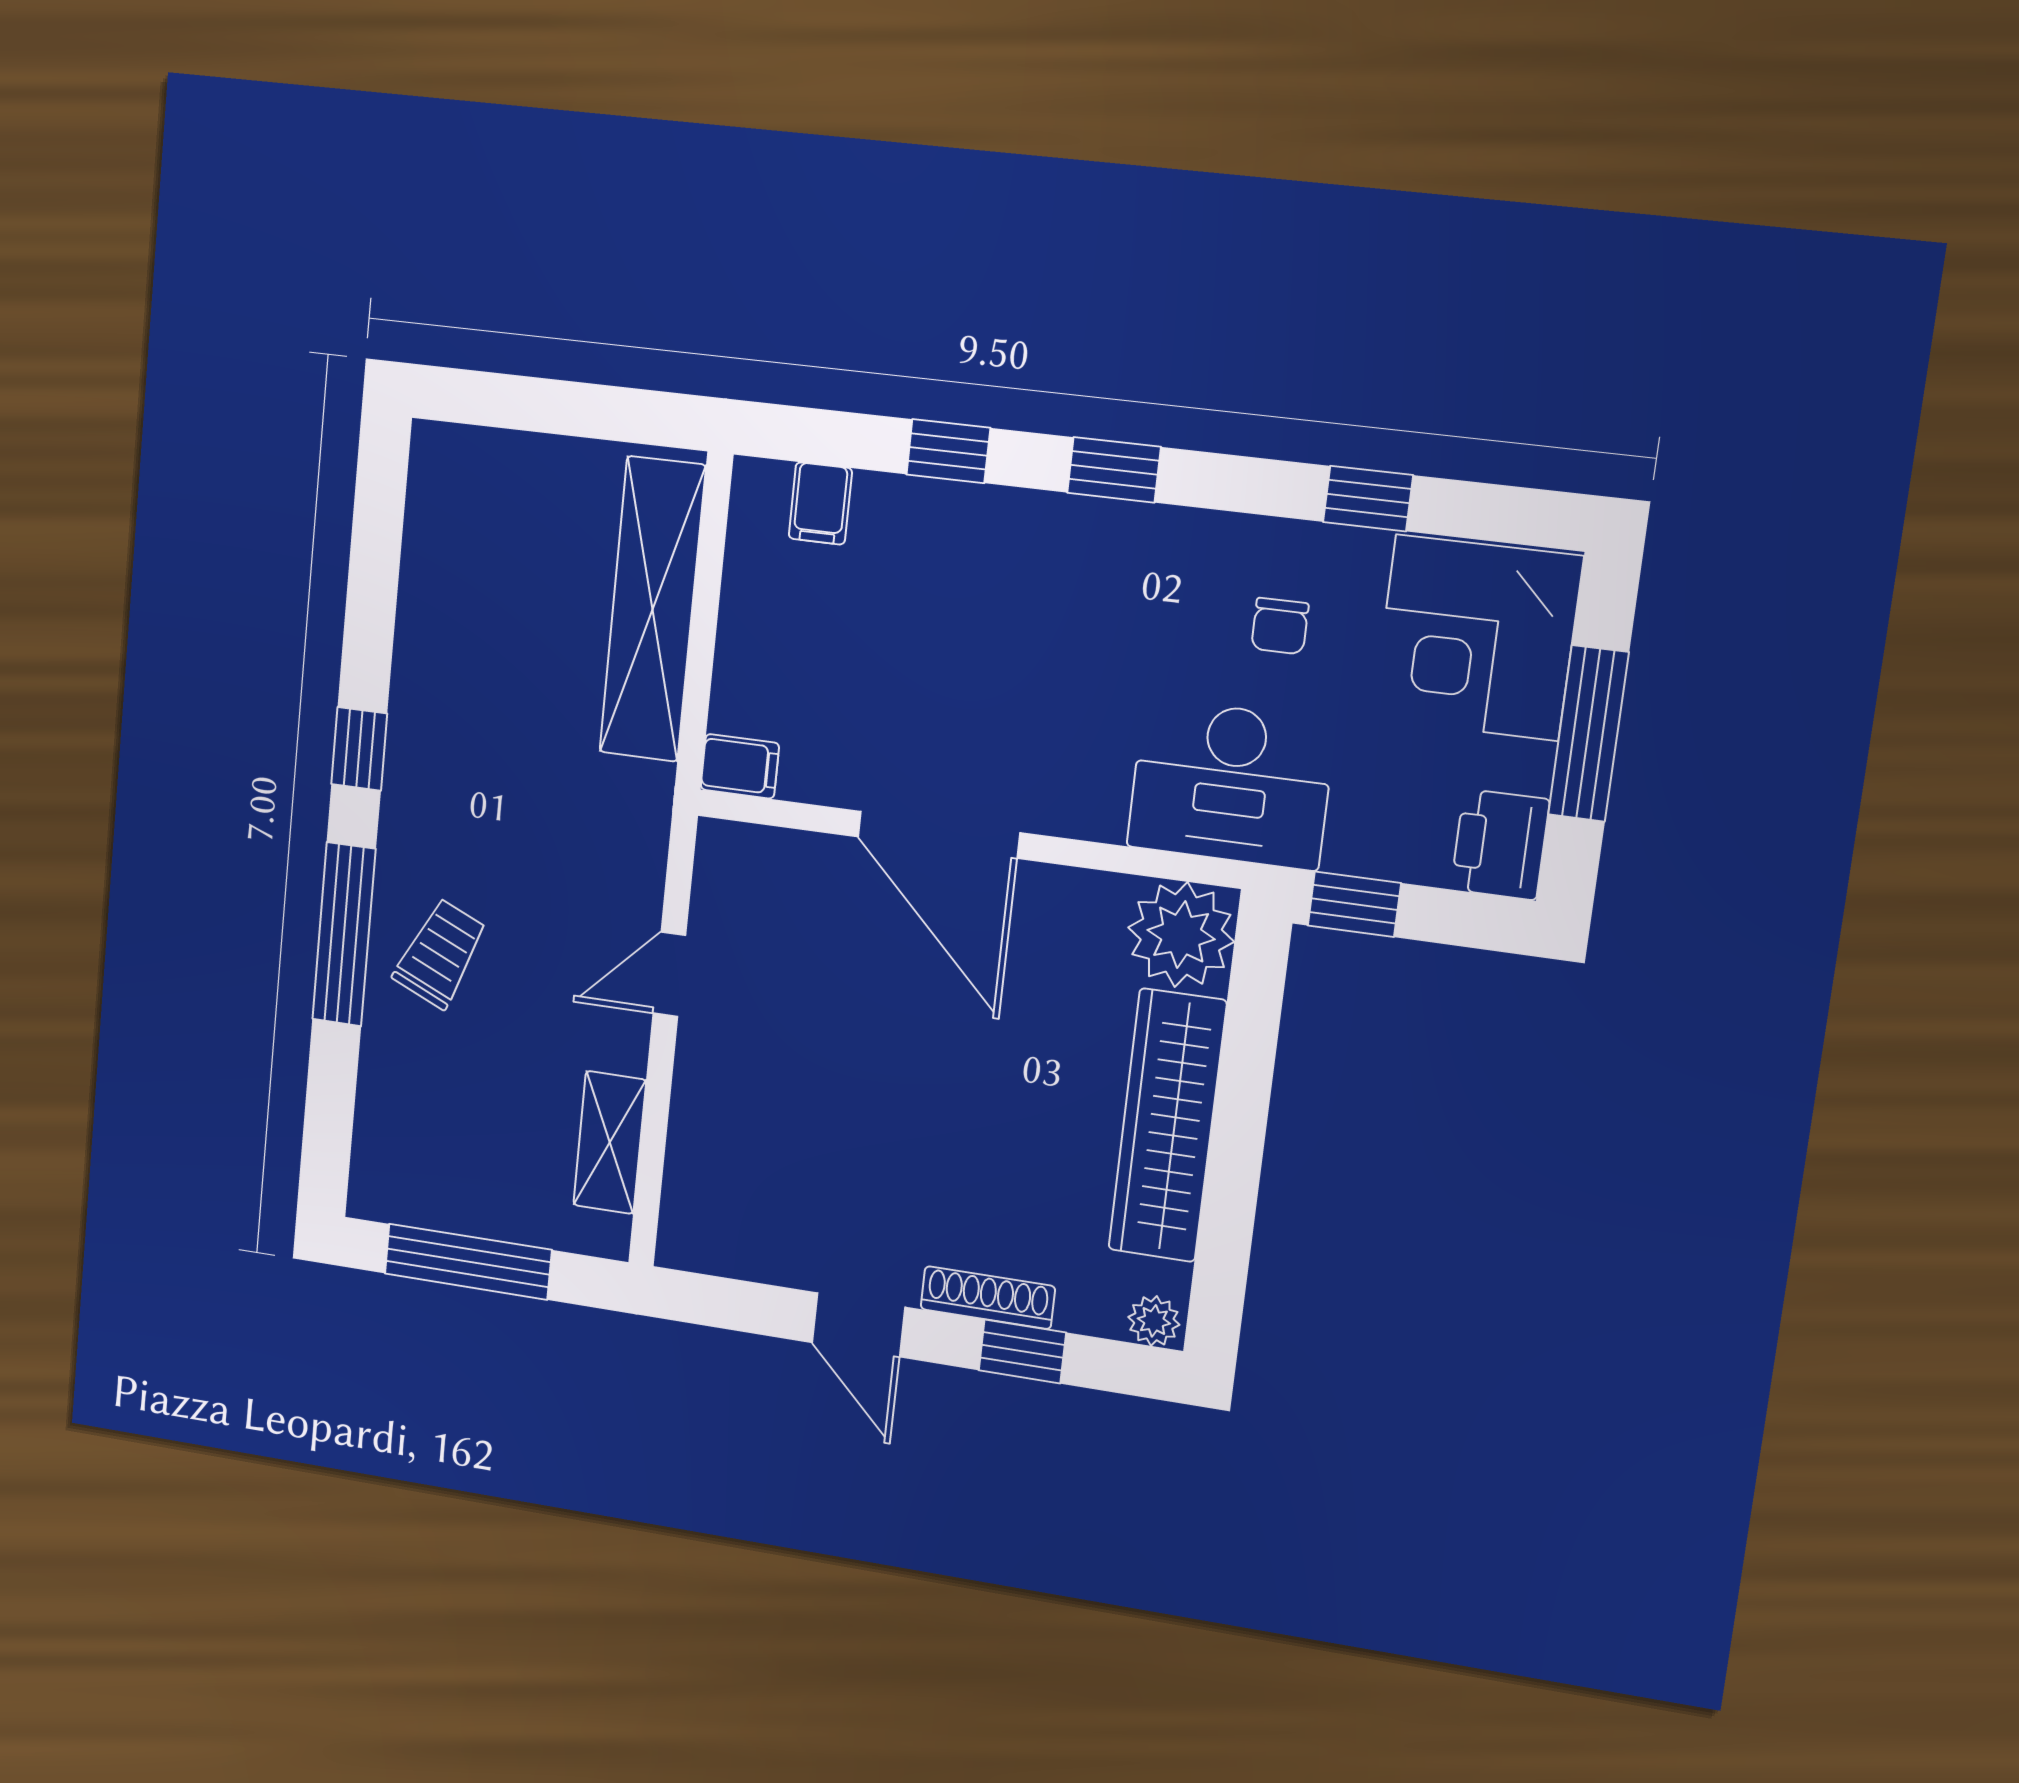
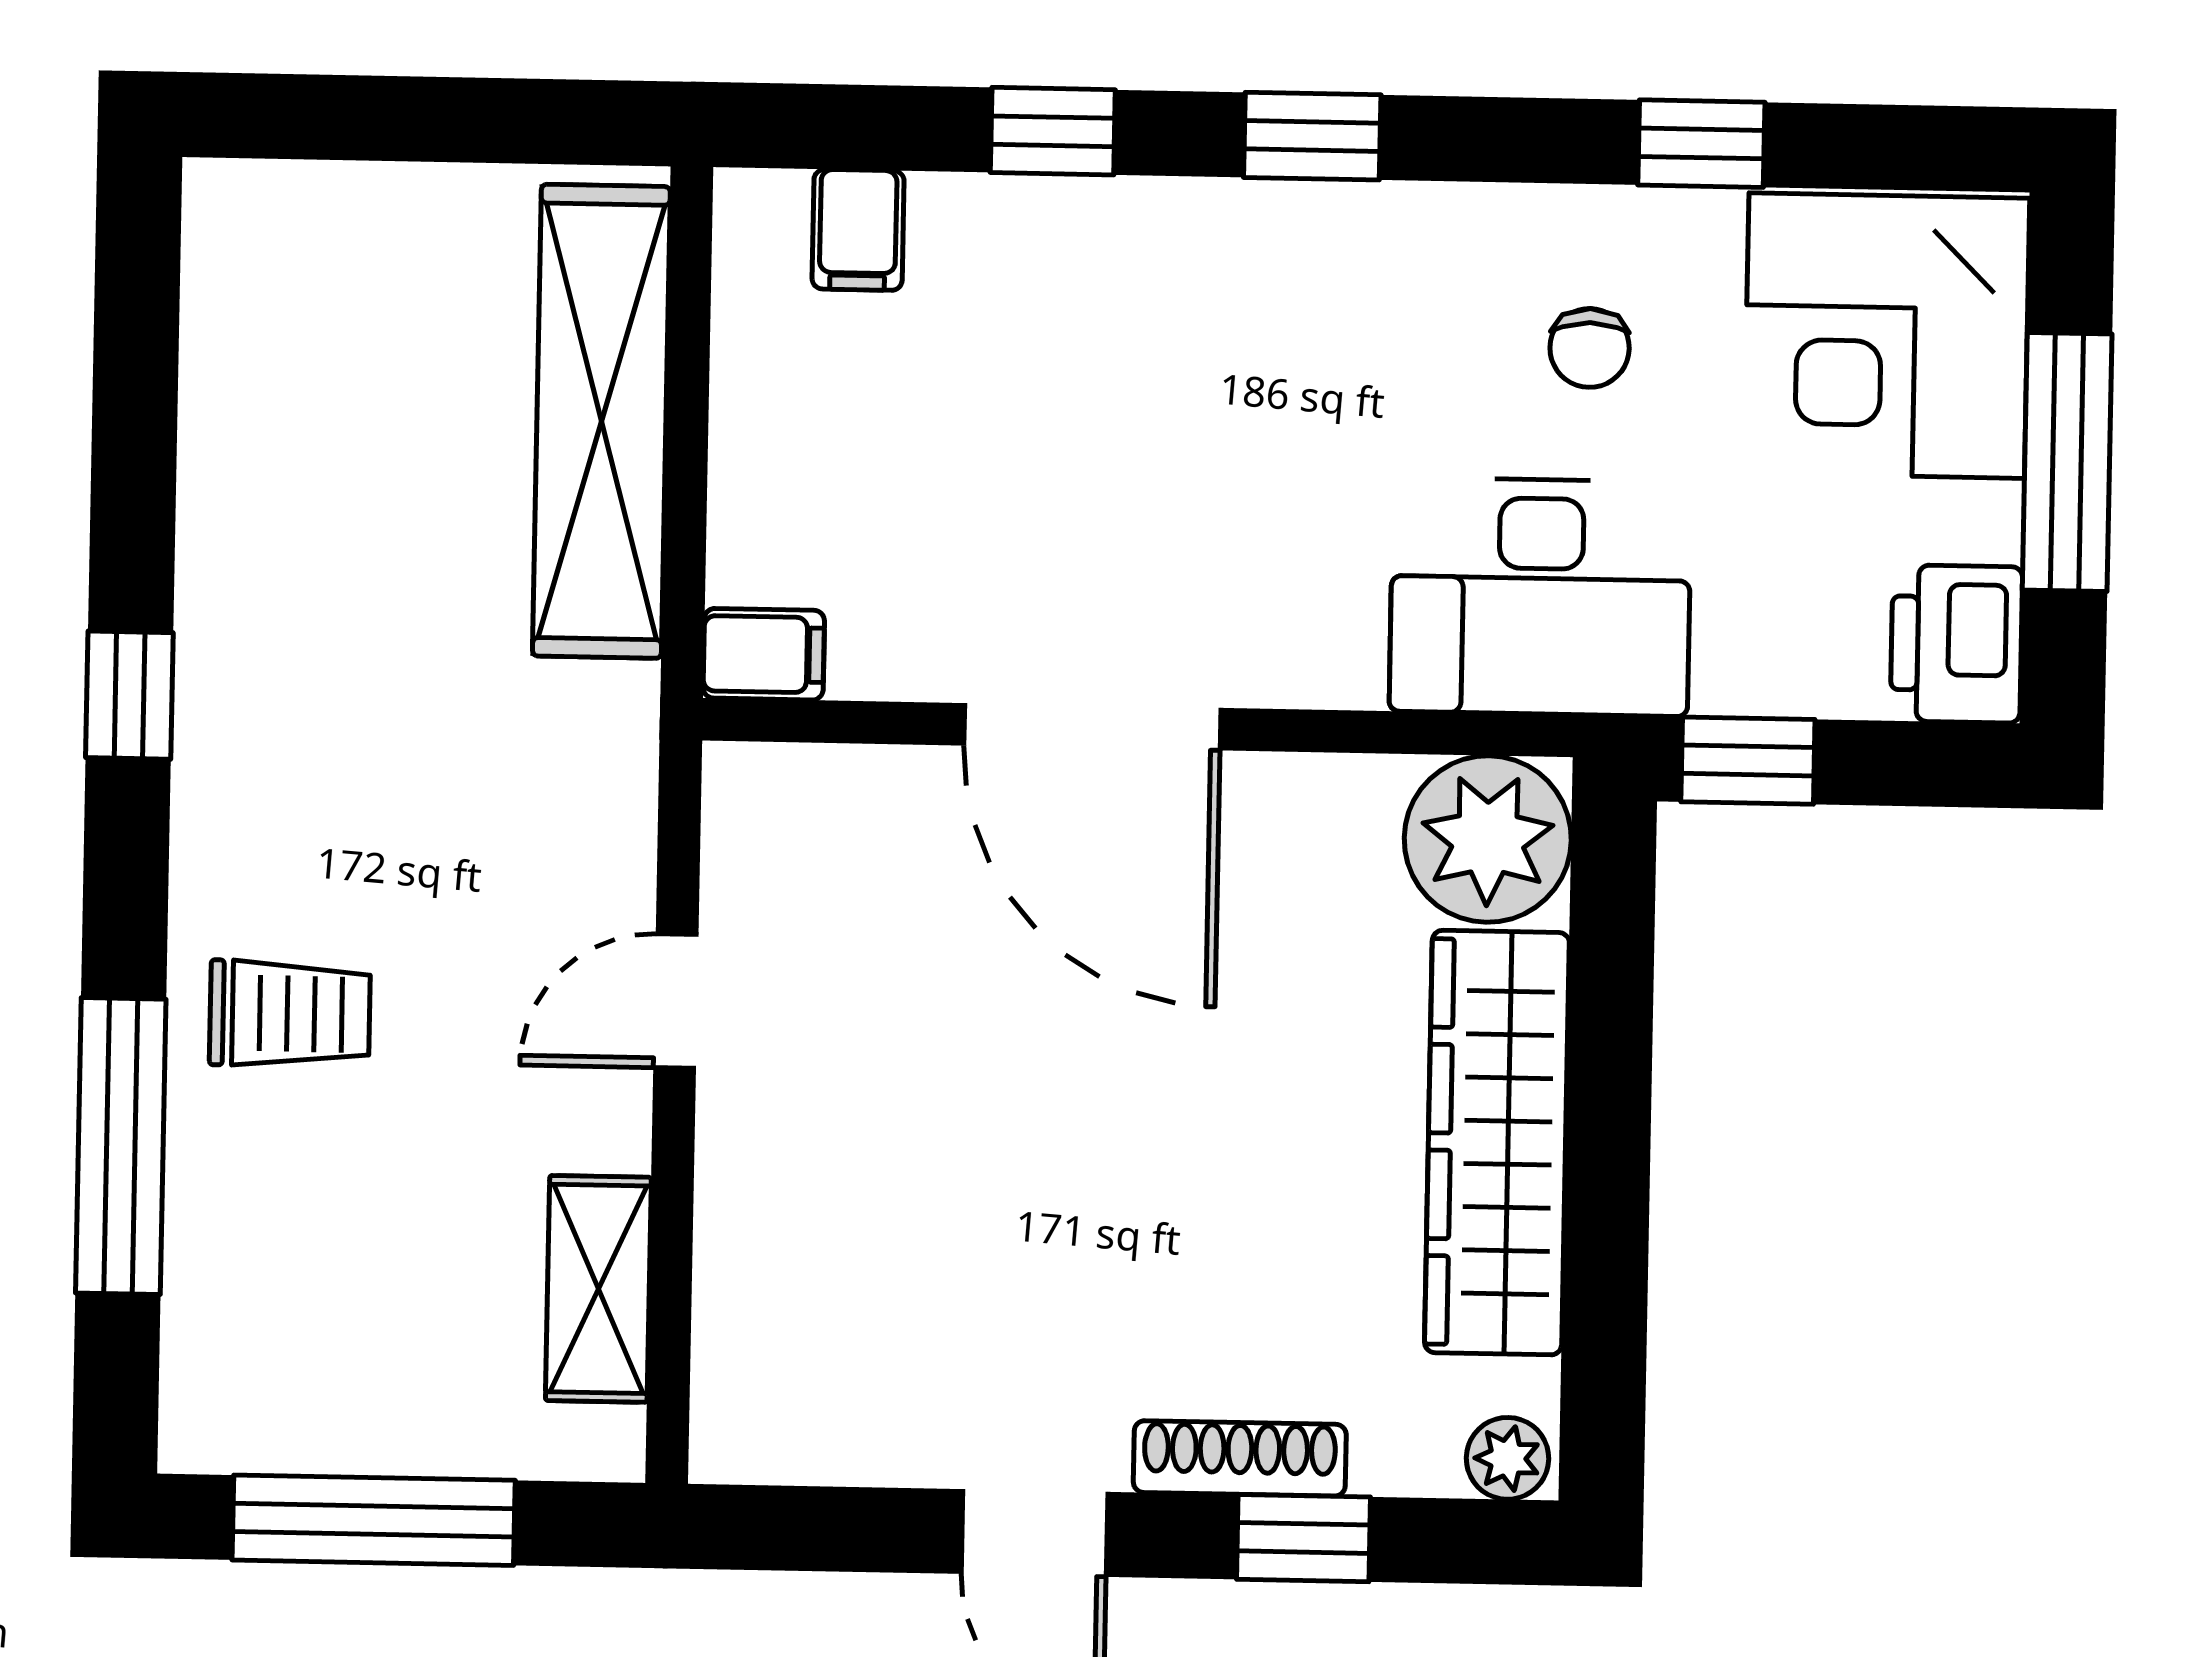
window: (344, 934) -> (121, 1146), moved
trolley: (440, 954) -> (290, 1014), turned 66

